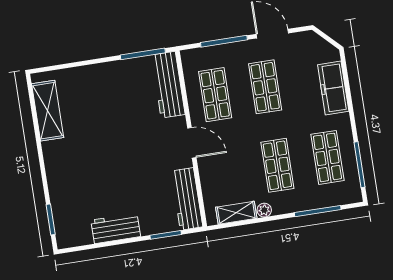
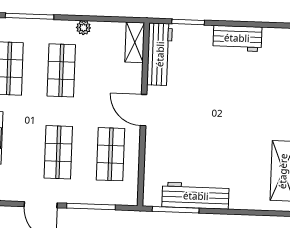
workbench: (168, 85) -> (196, 196), moved, turned -90
shelving: (236, 213) -> (135, 42), moved, turned 90

